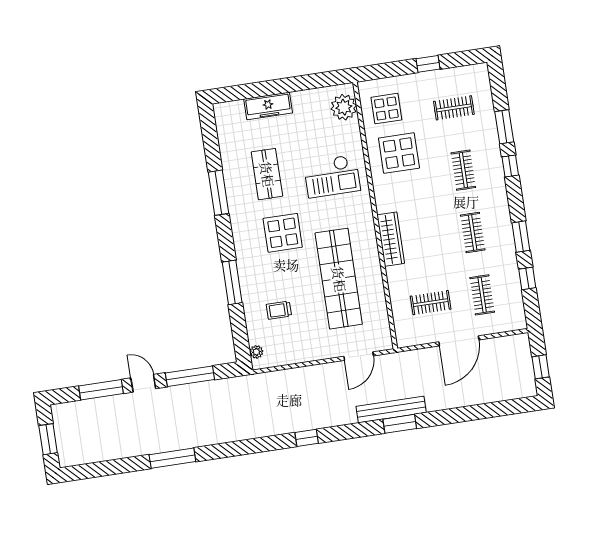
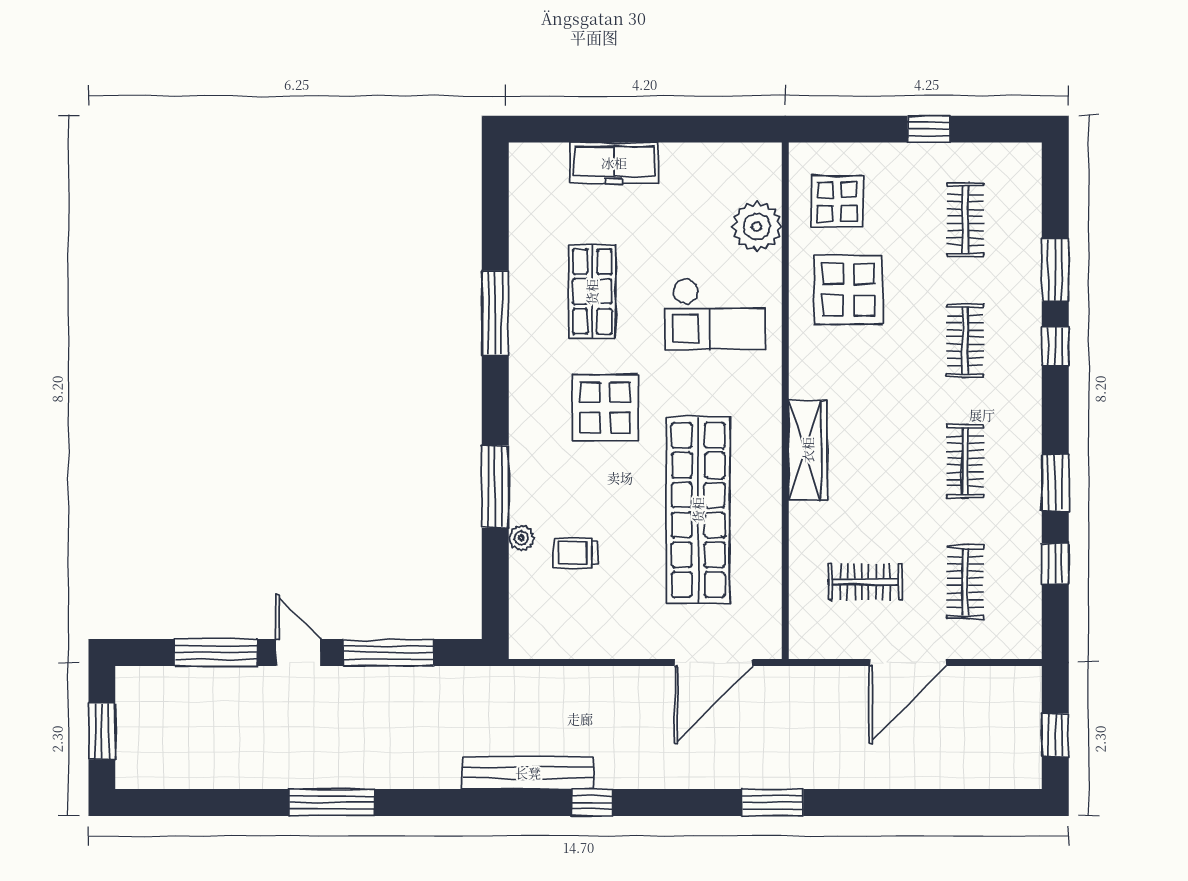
plant: (344, 107) -> (757, 226), moved
clothes rail: (454, 108) -> (965, 220), turned 90
plant: (256, 352) -> (521, 538), moved
door: (359, 356) -> (714, 662), width x1.36
bench: (391, 409) -> (528, 773), moved

